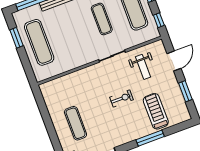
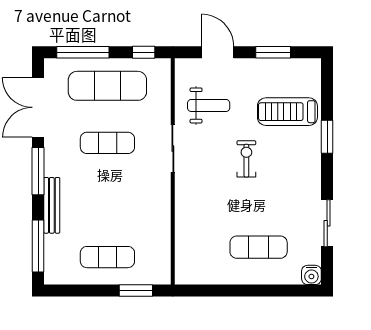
window: (16, 38) -> (136, 291), moved
exercise mat: (39, 42) -> (107, 257), width x0.73, depth x0.69
window: (150, 138) -> (327, 137), width x0.69

